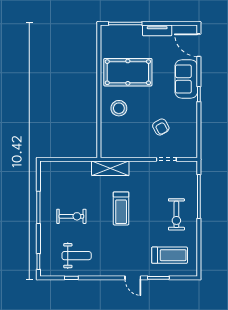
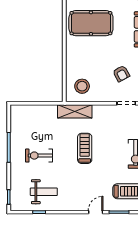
stool: (119, 108) -> (82, 86), moved
treadmill: (121, 208) -> (85, 148), turned 180
exercise bike: (71, 216) -> (39, 156), turned 180
door: (133, 278) -> (96, 212), swing flipped

